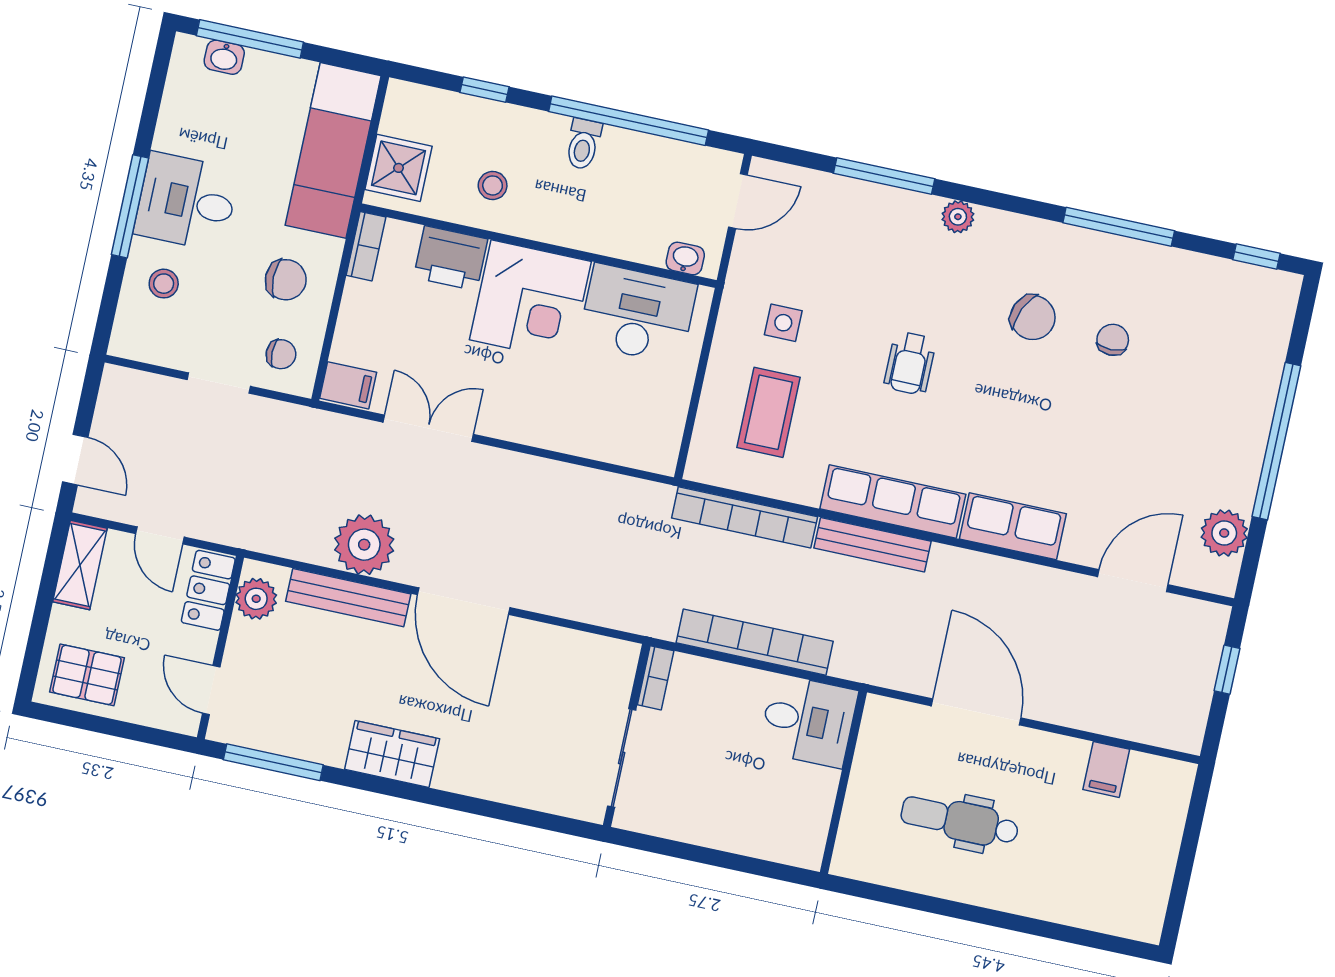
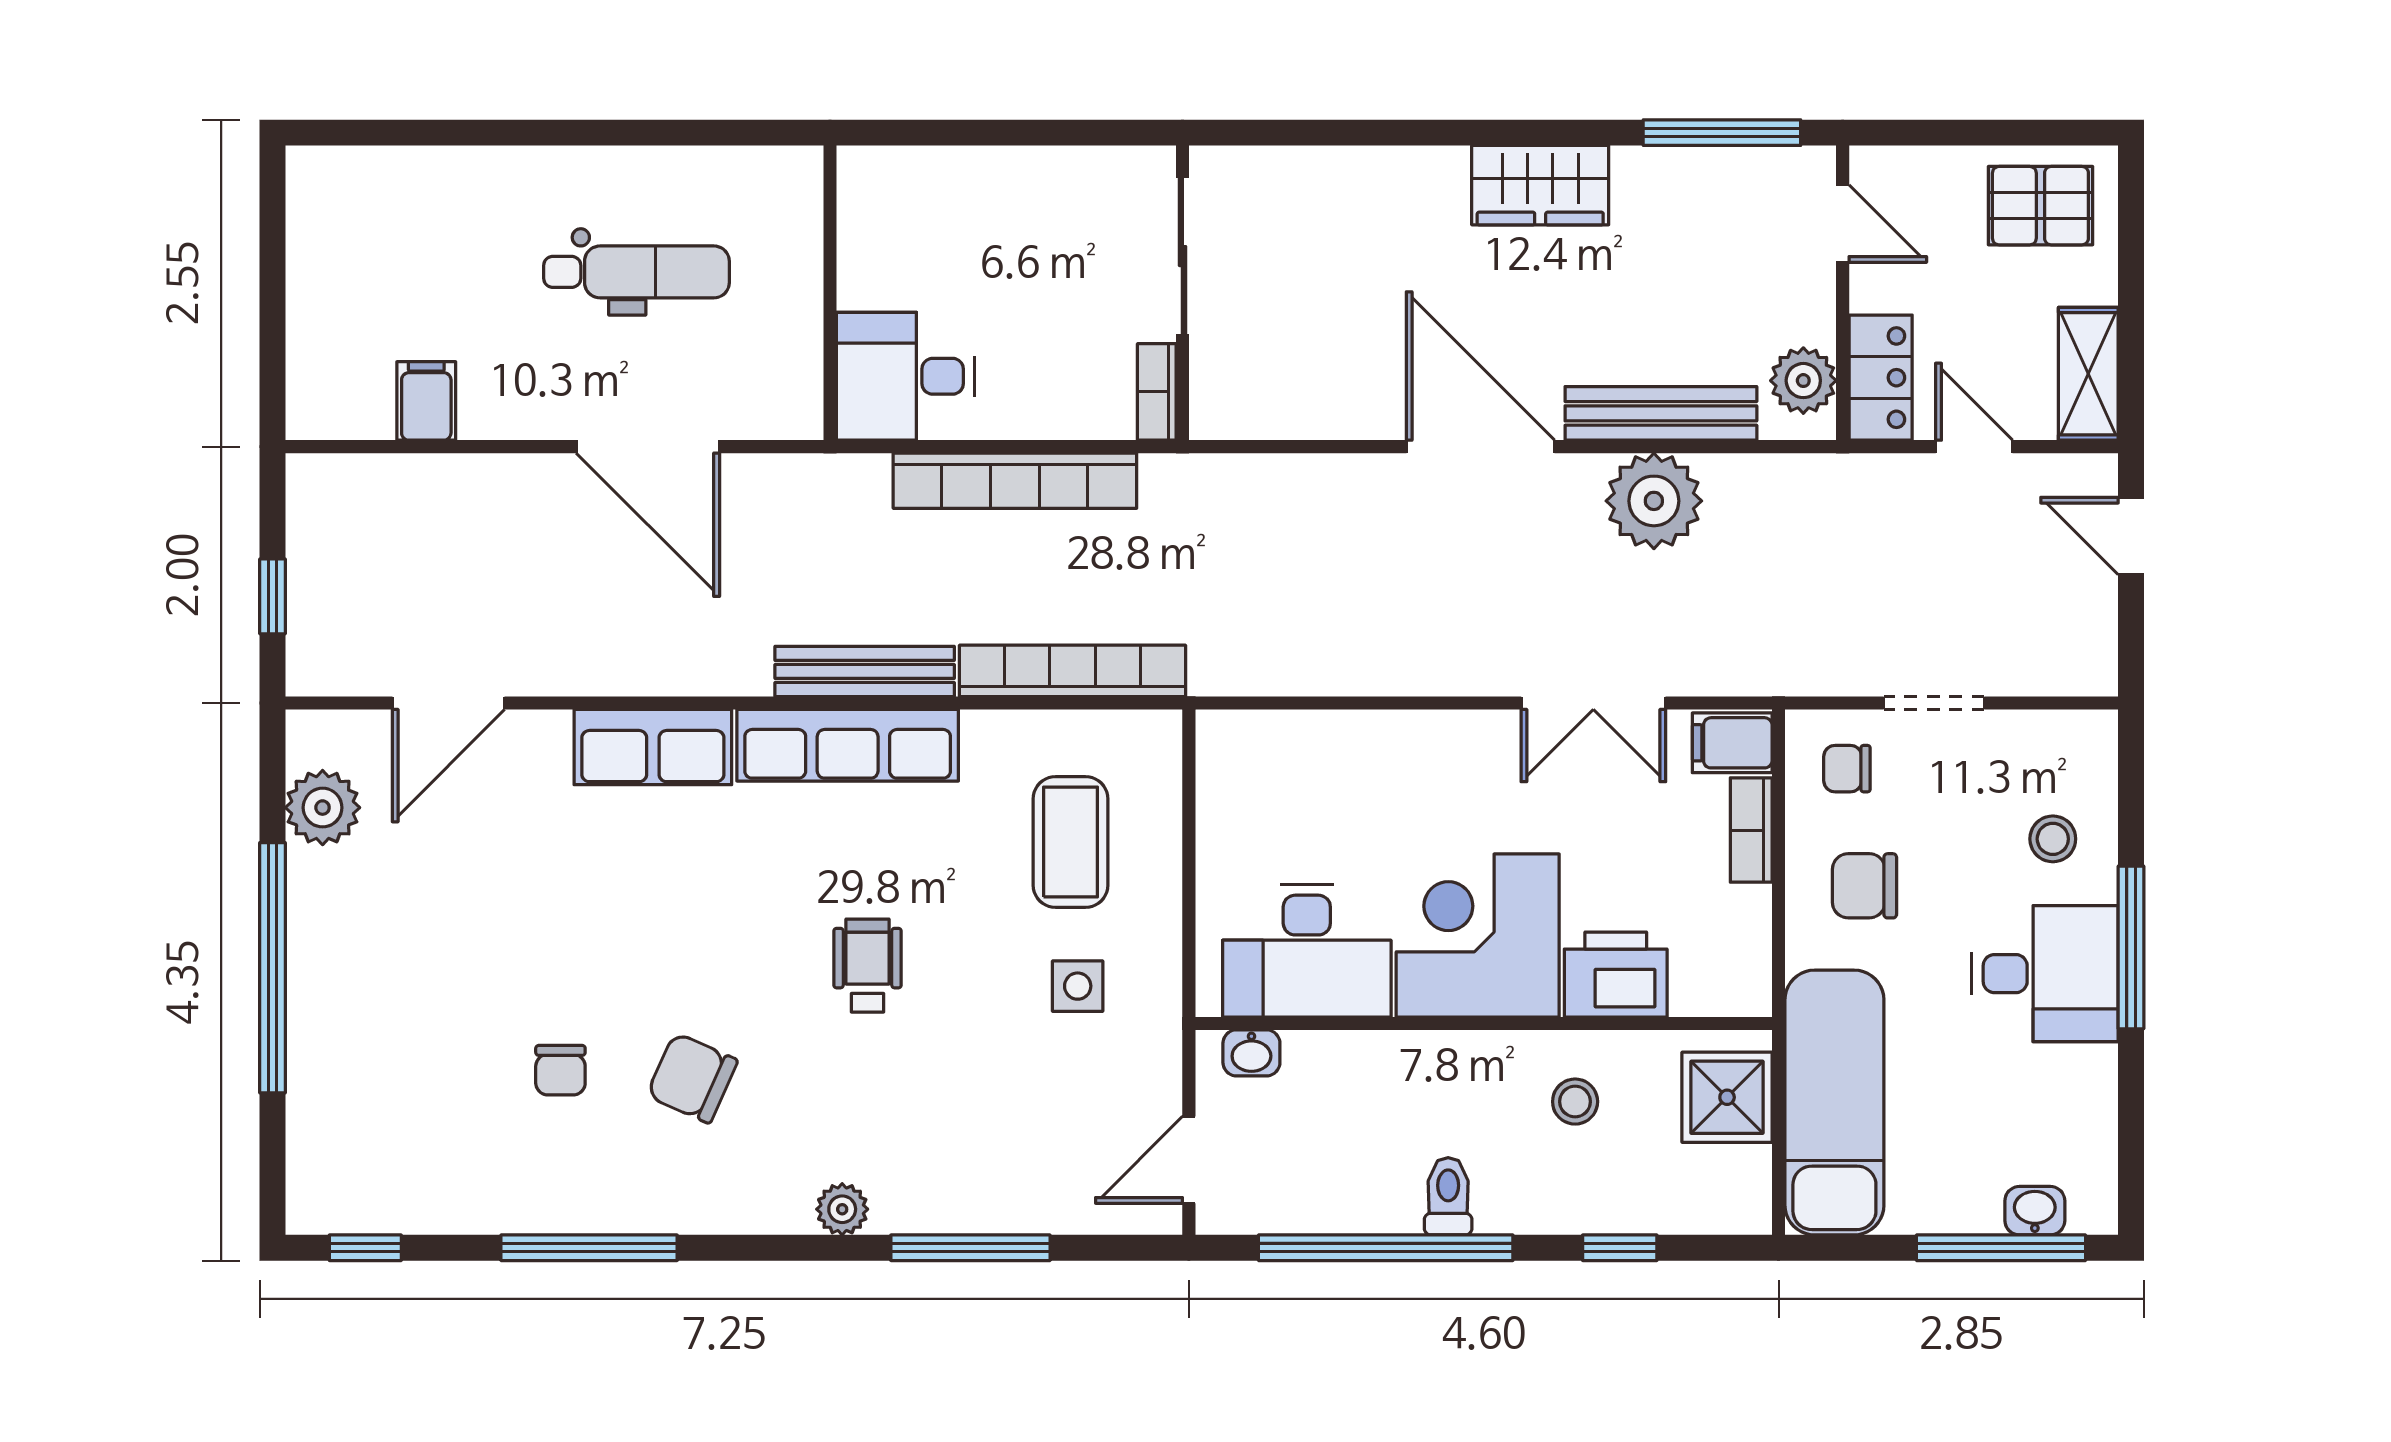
bookcase: (366, 246) -> (1751, 830), moved

